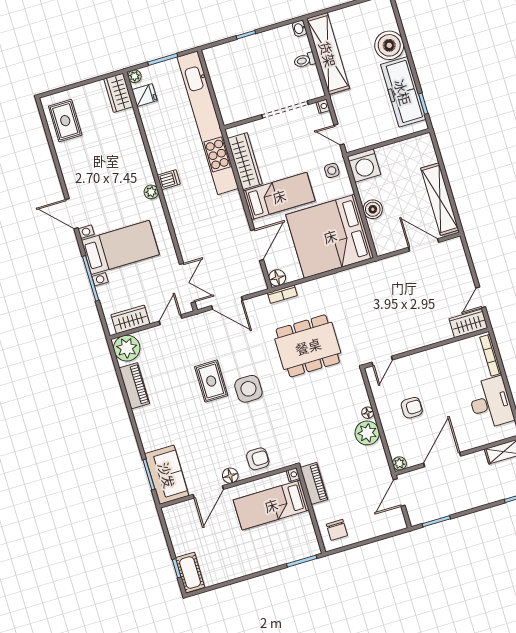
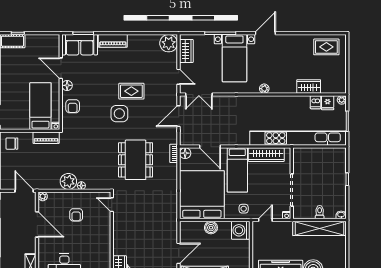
wardrobe: (118, 93) -> (309, 86), moved
dishwasher: (169, 180) -> (316, 102), moved
piano: (134, 386) -> (113, 41), moved

